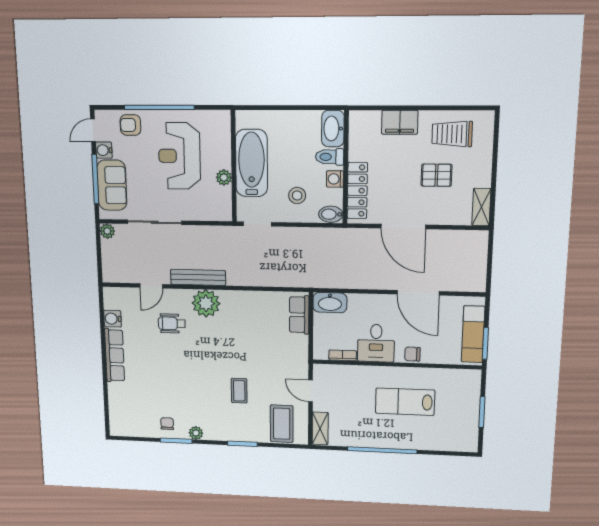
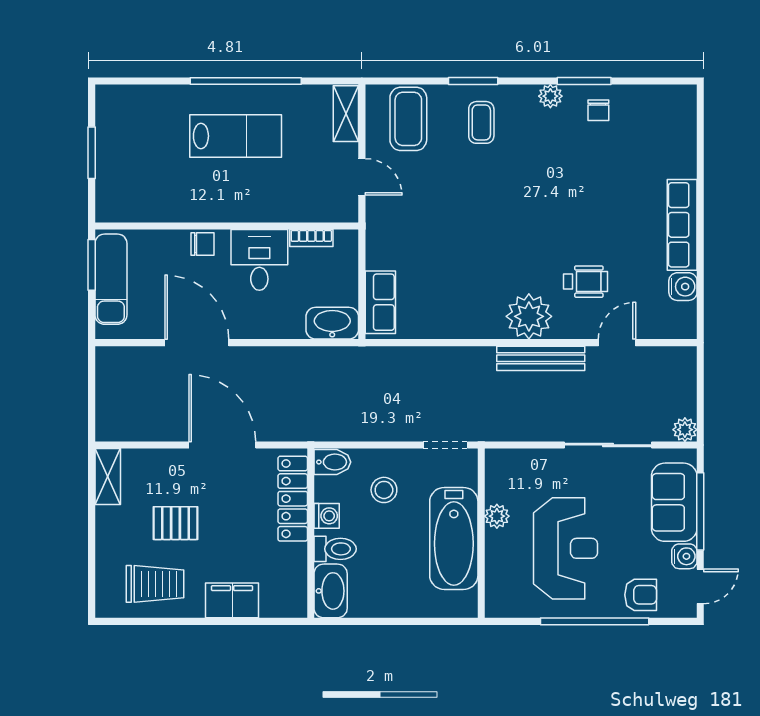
coffee table: (239, 391) -> (481, 122), moved
lab bench: (405, 402) -> (236, 136), moved

